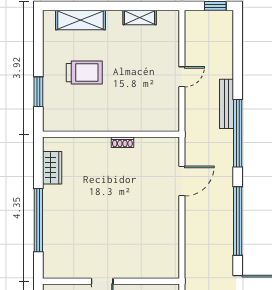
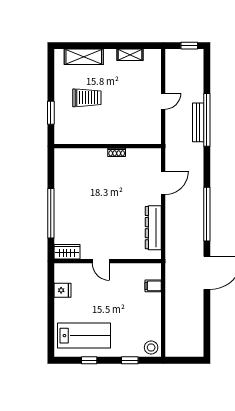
window: (238, 133) -> (207, 120), moved
wardrobe: (52, 168) -> (67, 252), moved, turned -90
dresser: (169, 238) -> (153, 228), added

